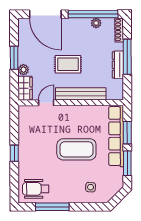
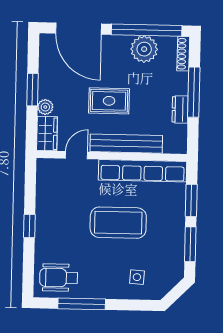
plant: (96, 23) -> (144, 49), width x1.88, depth x1.88
dresser: (118, 65) -> (180, 109), width x0.70
row of seats: (116, 136) -> (143, 171), moved, turned -90

